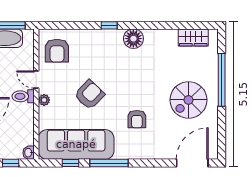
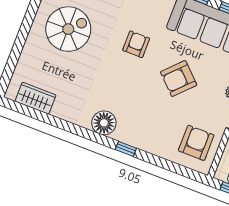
window: (222, 80) -> (22, 37), removed
armchair: (137, 119) -> (136, 44), moved

